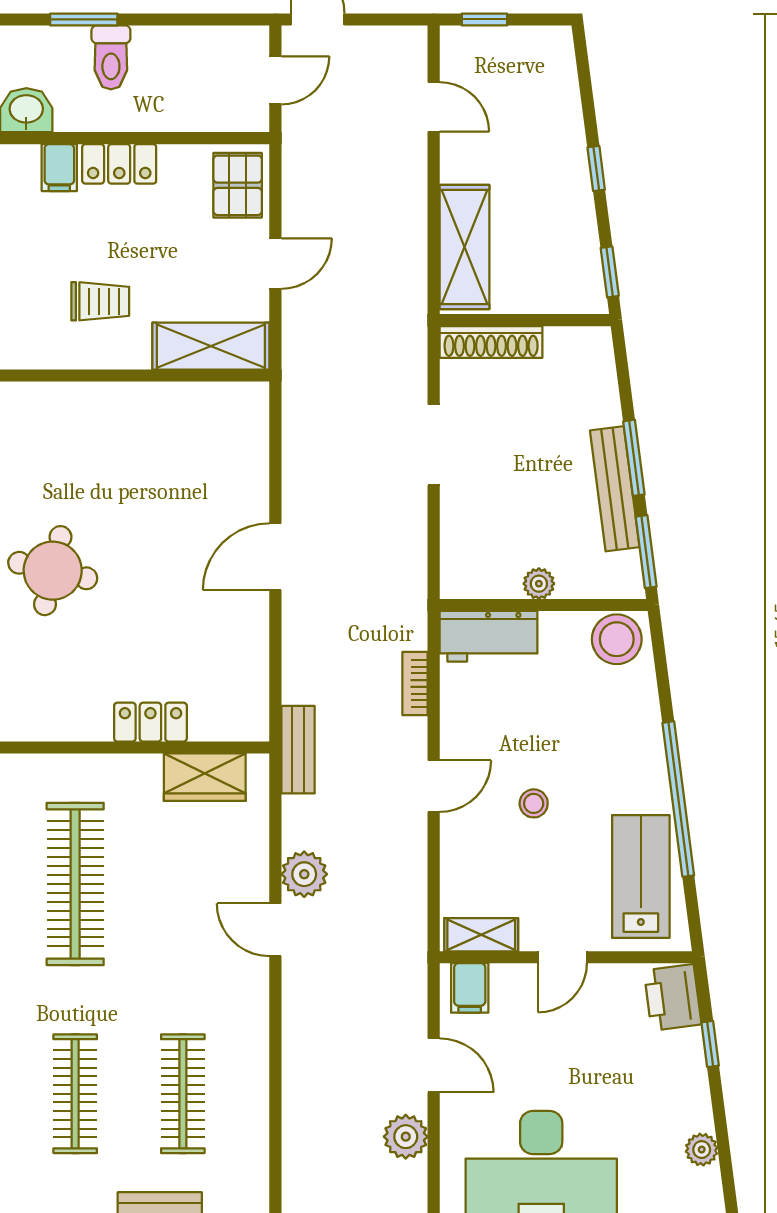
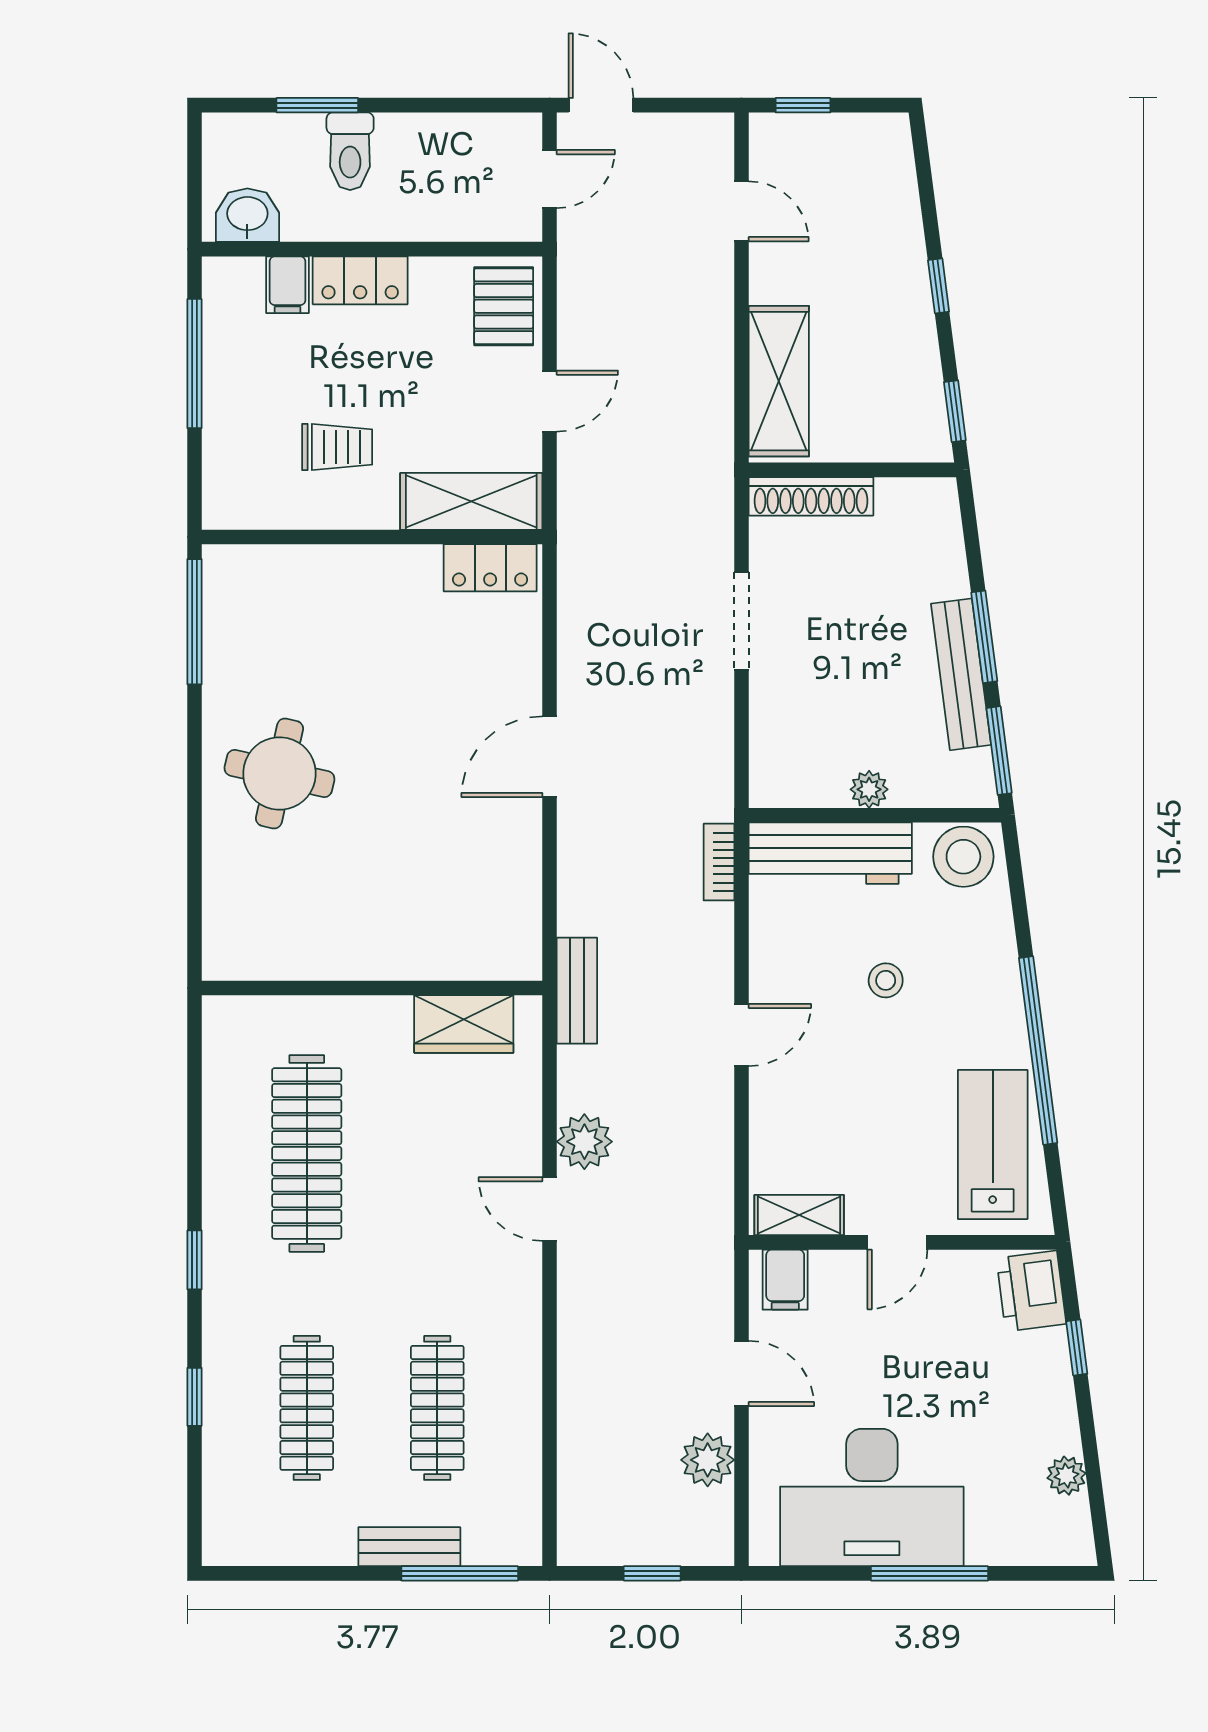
workbench: (489, 636) -> (830, 853), width x1.37
bookcase: (415, 684) -> (719, 862), moved
locker: (150, 722) -> (490, 568), moved, turned 180
stool: (534, 803) -> (886, 980), moved

